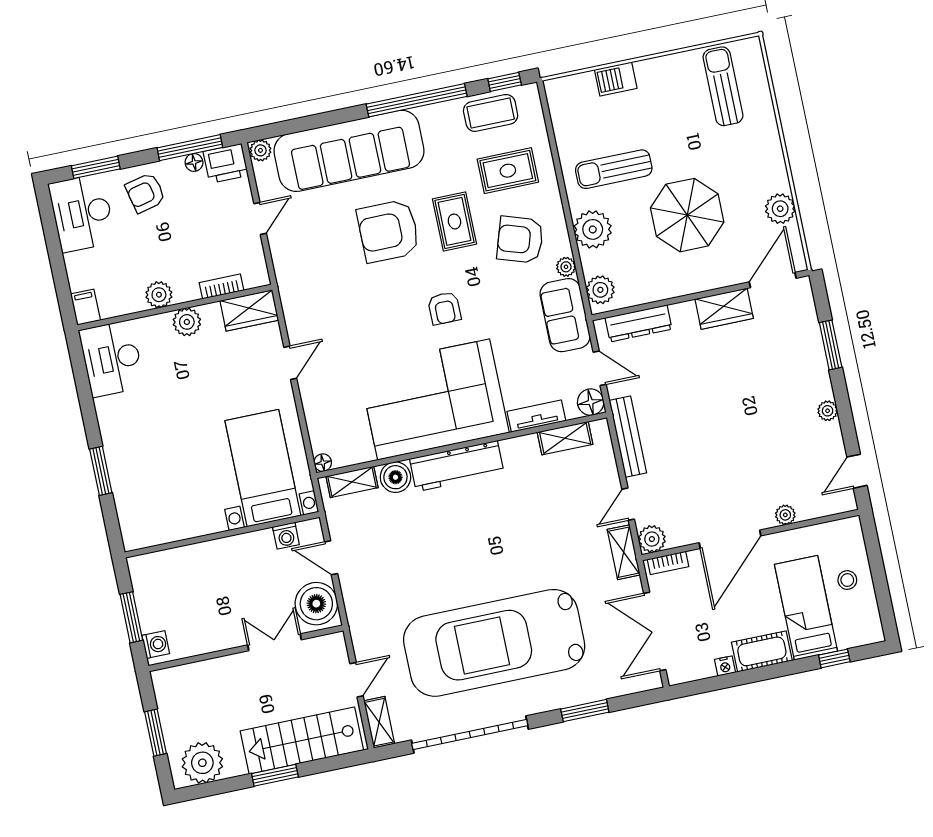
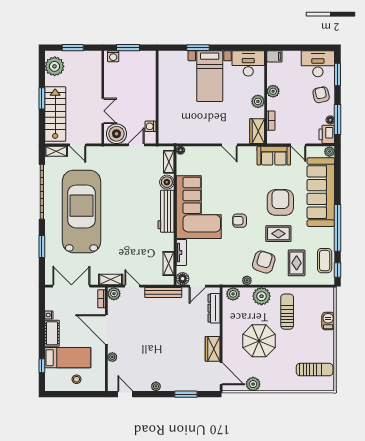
sofa: (565, 315) -> (274, 156), moved, turned 180
bed with nightstands: (263, 468) -> (210, 76), moved, turned 90

